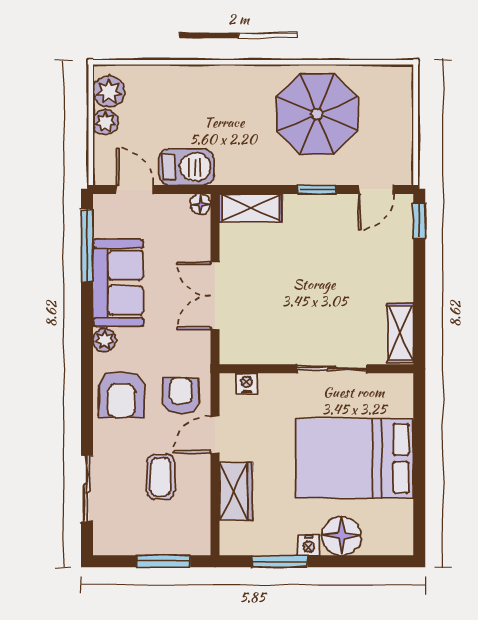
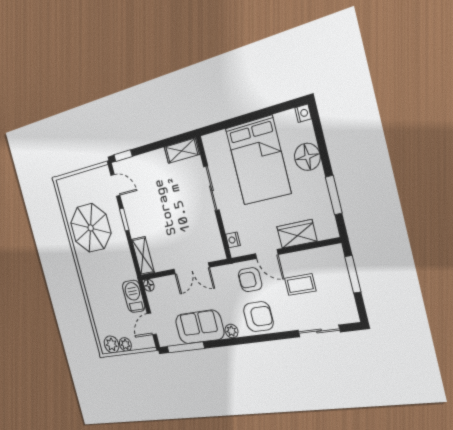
nightstand: (309, 545) -> (303, 113), moved

